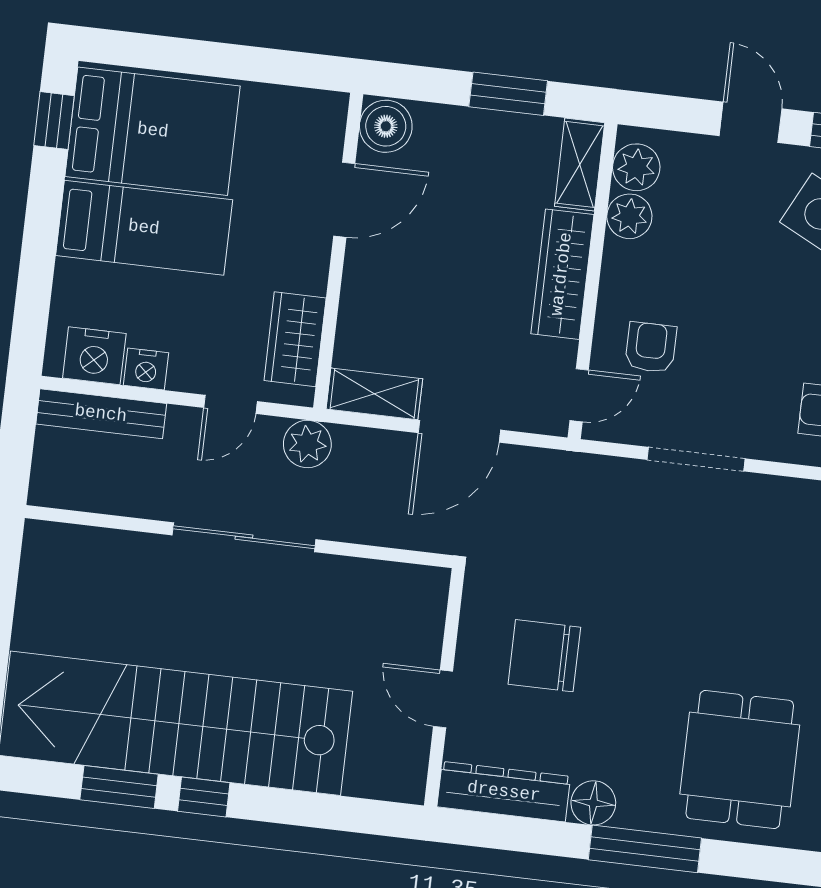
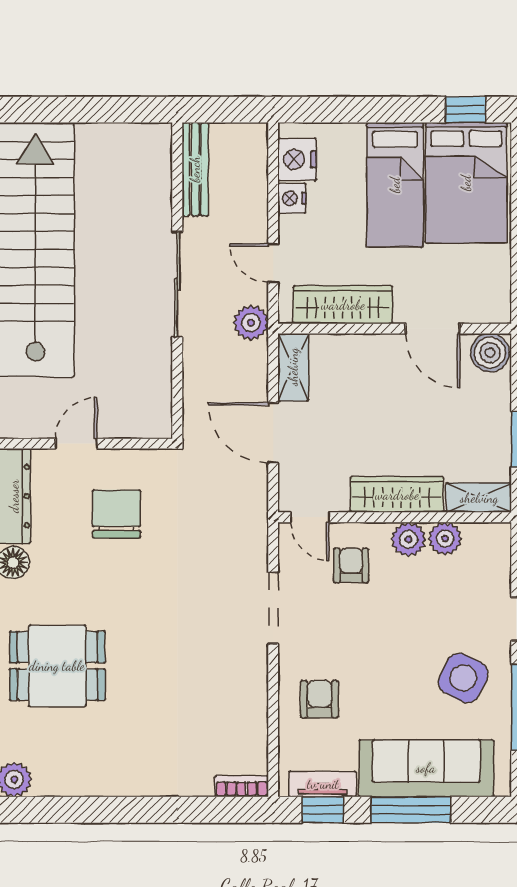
plant: (636, 167) -> (409, 539), moved
wardrobe: (295, 339) -> (343, 305), width x1.50
armchair: (651, 347) -> (351, 565), turned -90
bench: (101, 414) -> (195, 169), moved

